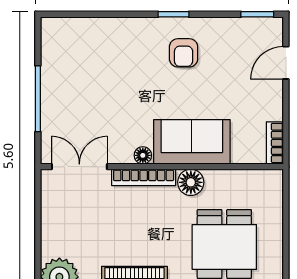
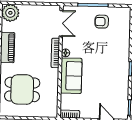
armchair: (184, 53) -> (102, 22), moved
floor lamp: (191, 182) -> (53, 75), removed

